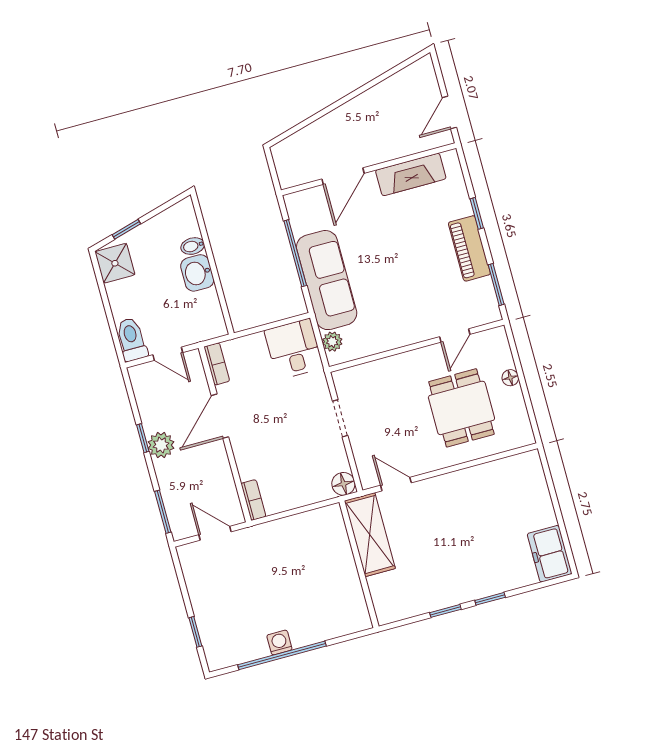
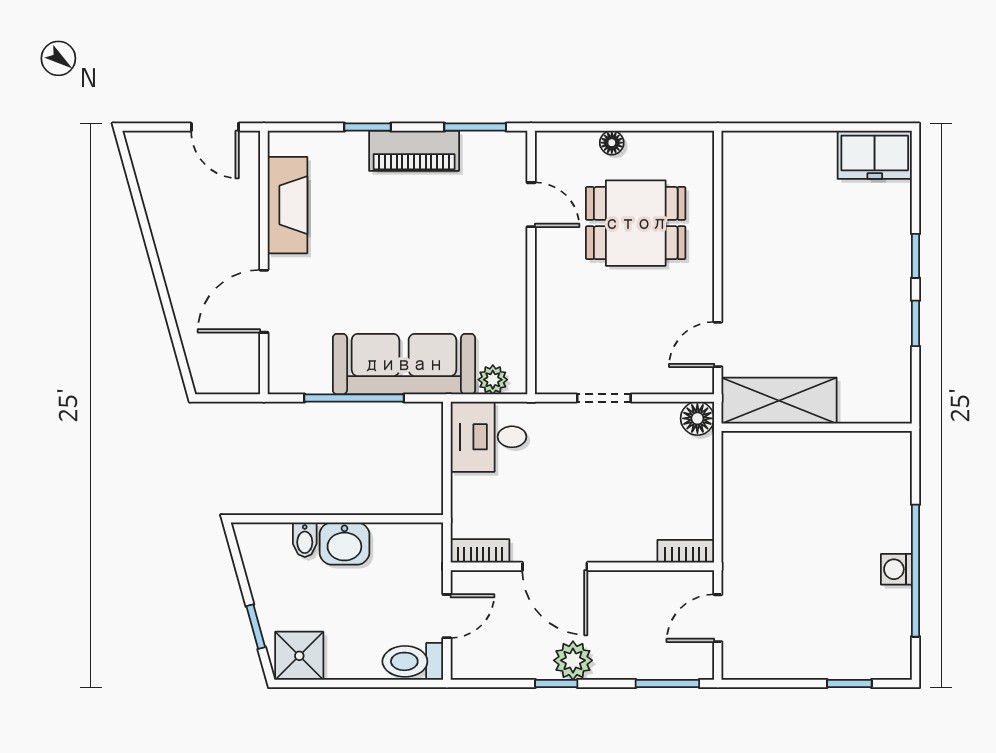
door: (343, 176) -> (264, 301), swing flipped

